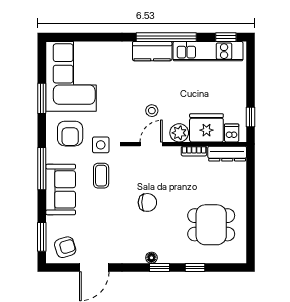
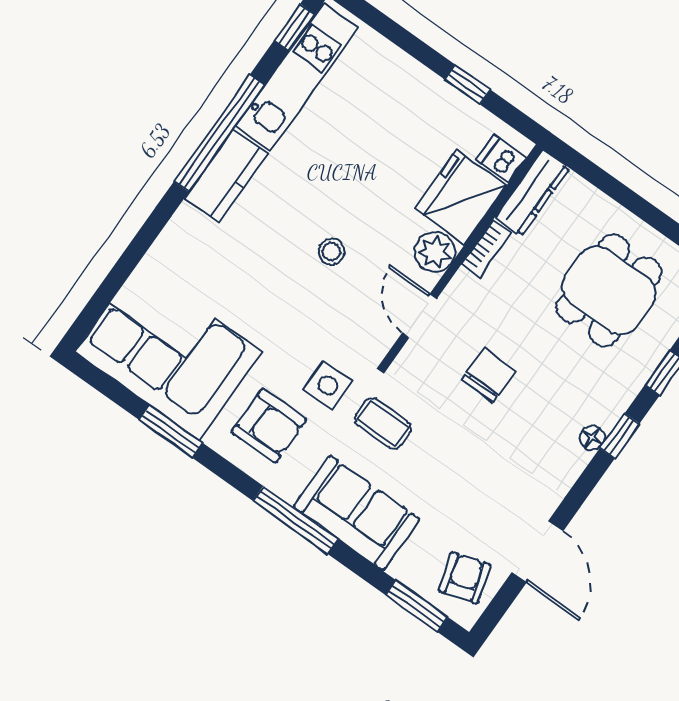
fridge: (206, 128) -> (461, 197), moved
plant: (179, 133) -> (435, 252), moved
dishwasher: (232, 133) -> (501, 159), moved
door: (151, 144) -> (419, 316), moved
wall: (185, 144) -> (462, 255), moved
bookcase: (194, 151) -> (486, 249), moved
dresser: (227, 154) -> (532, 193), moved

